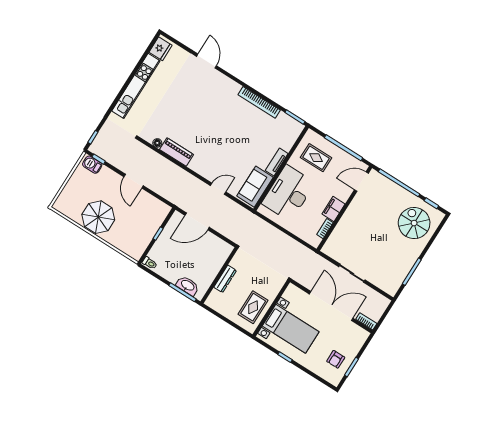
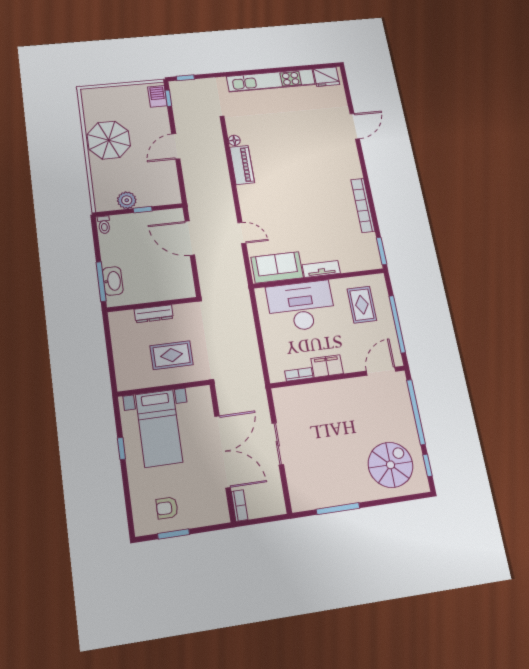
door: (361, 182) -> (381, 371), hinge flipped
plant: (145, 238) -> (127, 200), added
rug: (253, 307) -> (172, 355), moved

